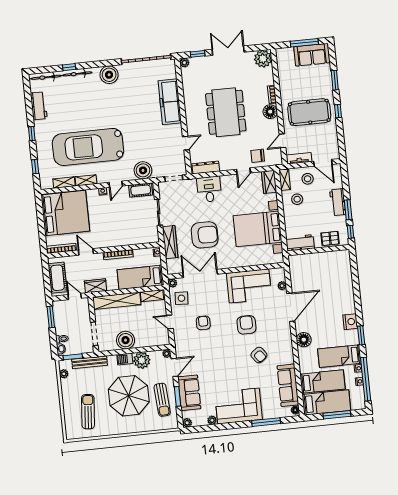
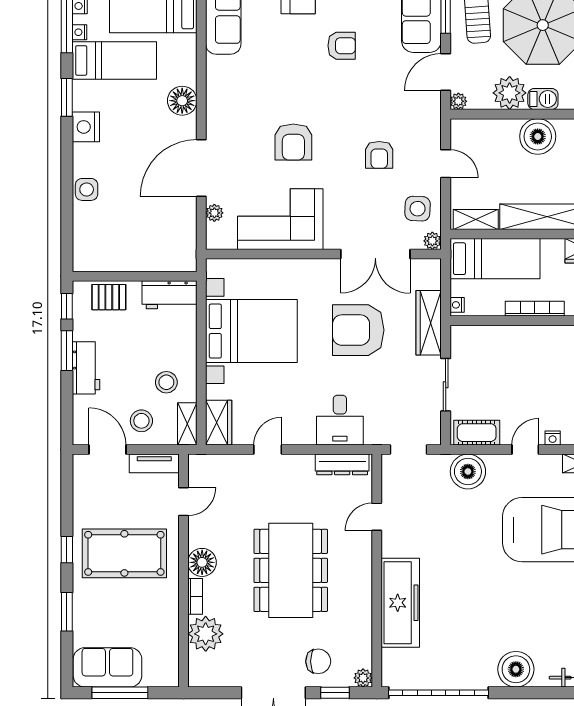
plant: (263, 59) -> (206, 634), moved
chair: (258, 156) -> (318, 661), moved
side table: (347, 291) -> (87, 189), added
armchair: (259, 355) -> (342, 46), moved, turned 127

